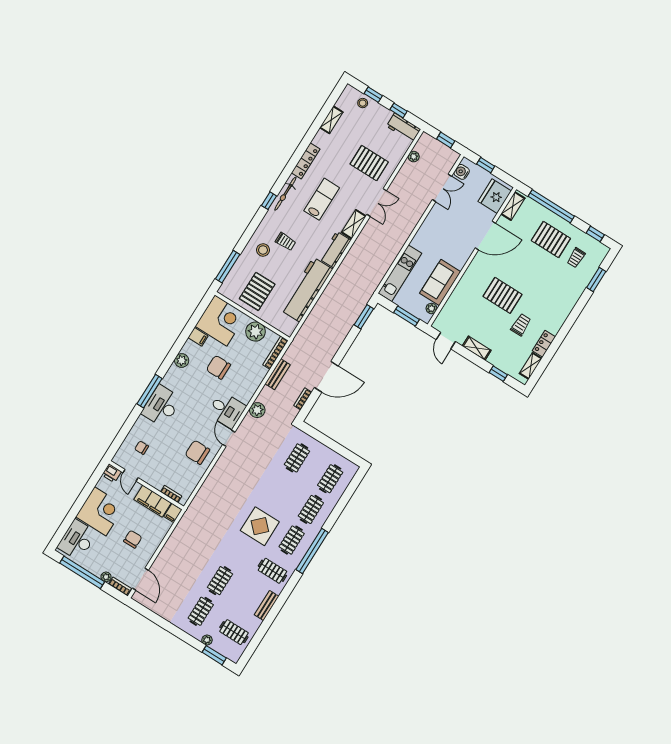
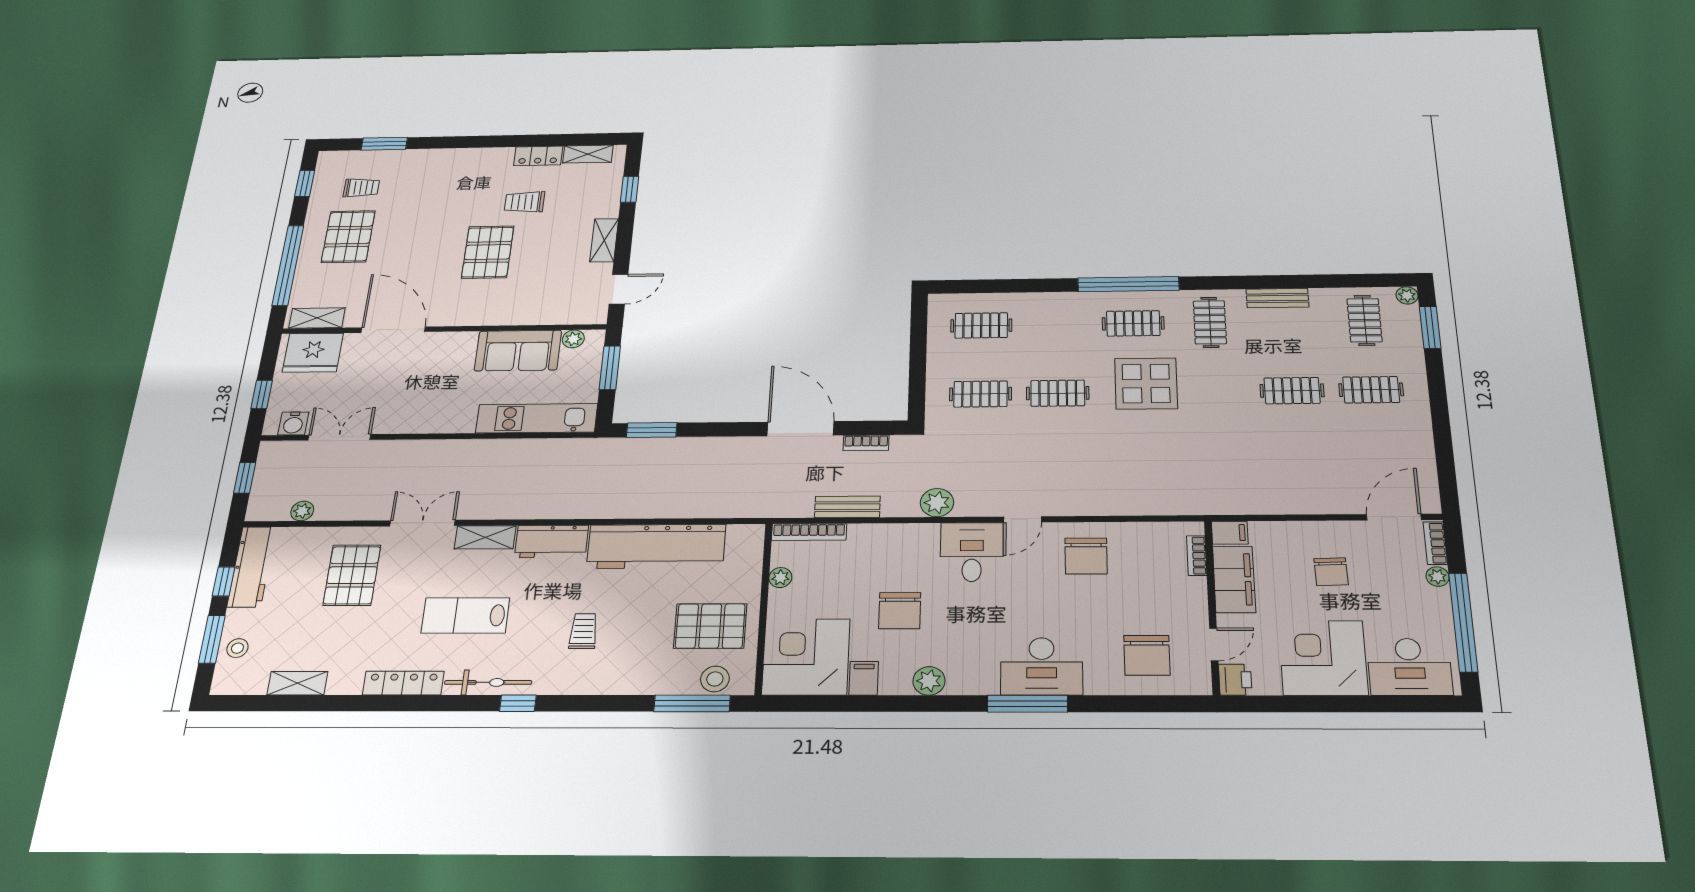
window: (373, 95) -> (212, 639), width x1.50
workbench: (404, 128) -> (252, 567), width x1.38
stool: (263, 250) -> (715, 679), moved
plant: (256, 332) -> (780, 578), width x0.53, depth x0.53
chair: (142, 448) -> (1147, 655), width x1.87, depth x1.87
clothes rail: (311, 509) -> (1058, 393), moved
chair: (133, 539) -> (1331, 572), turned -92
plant: (207, 640) -> (1407, 295), moved

